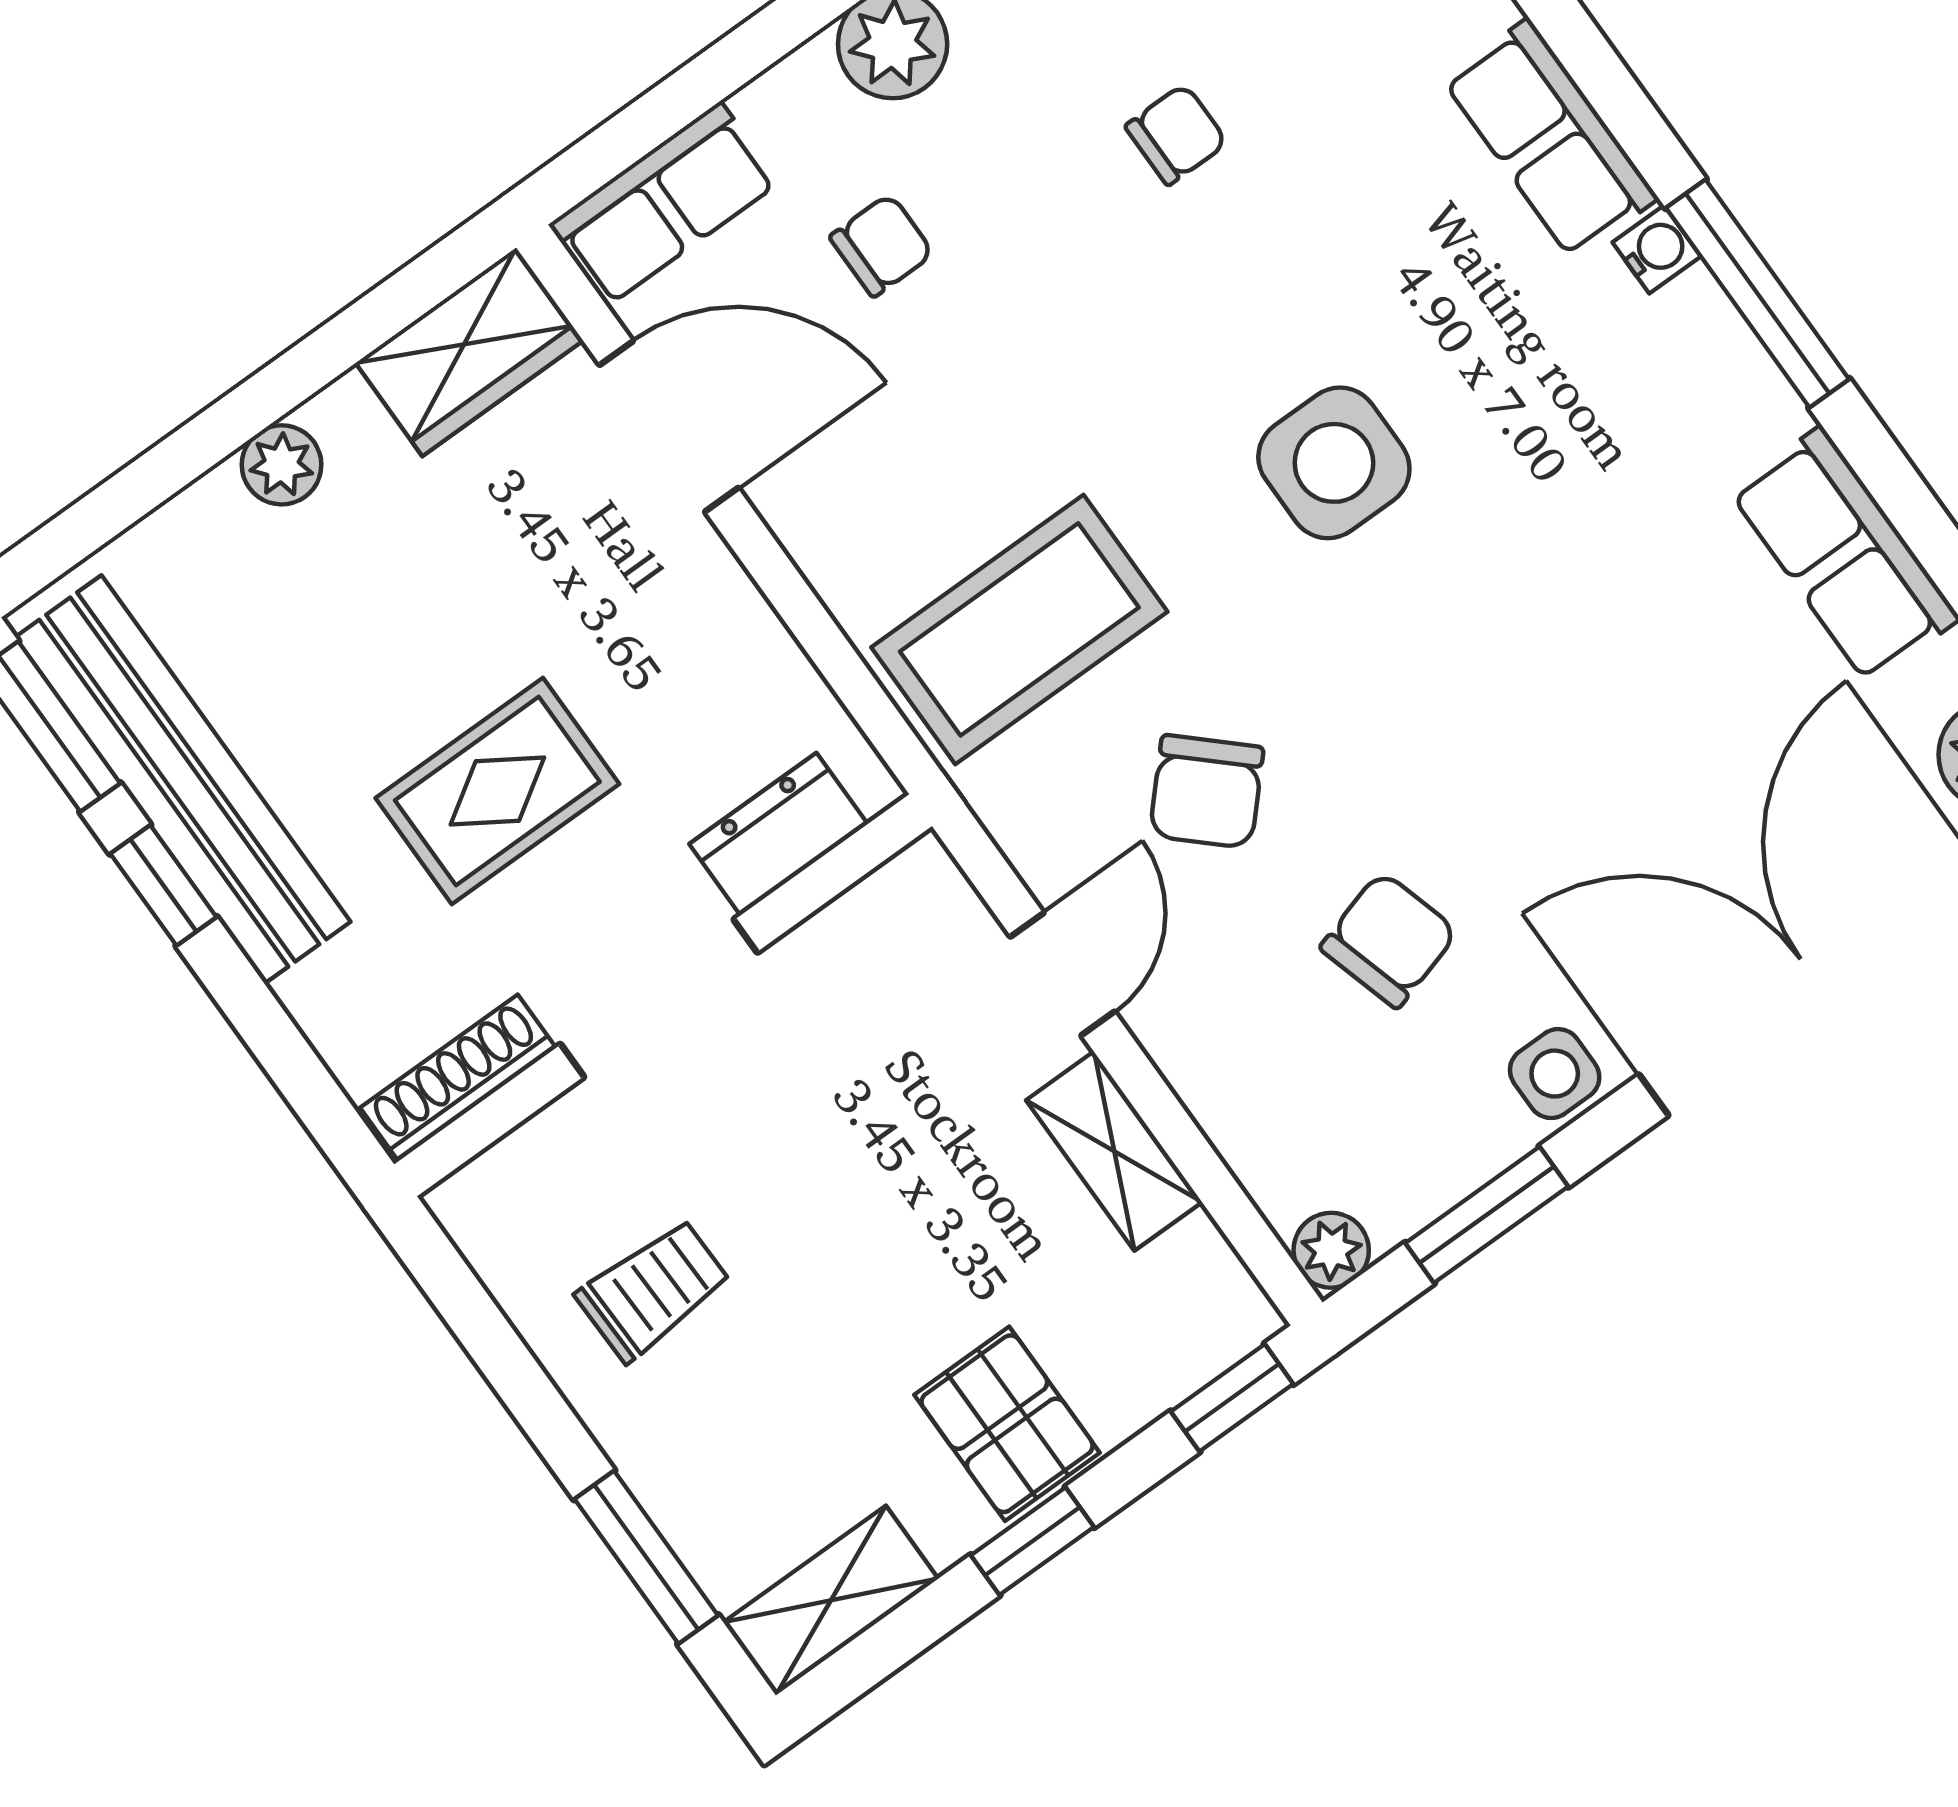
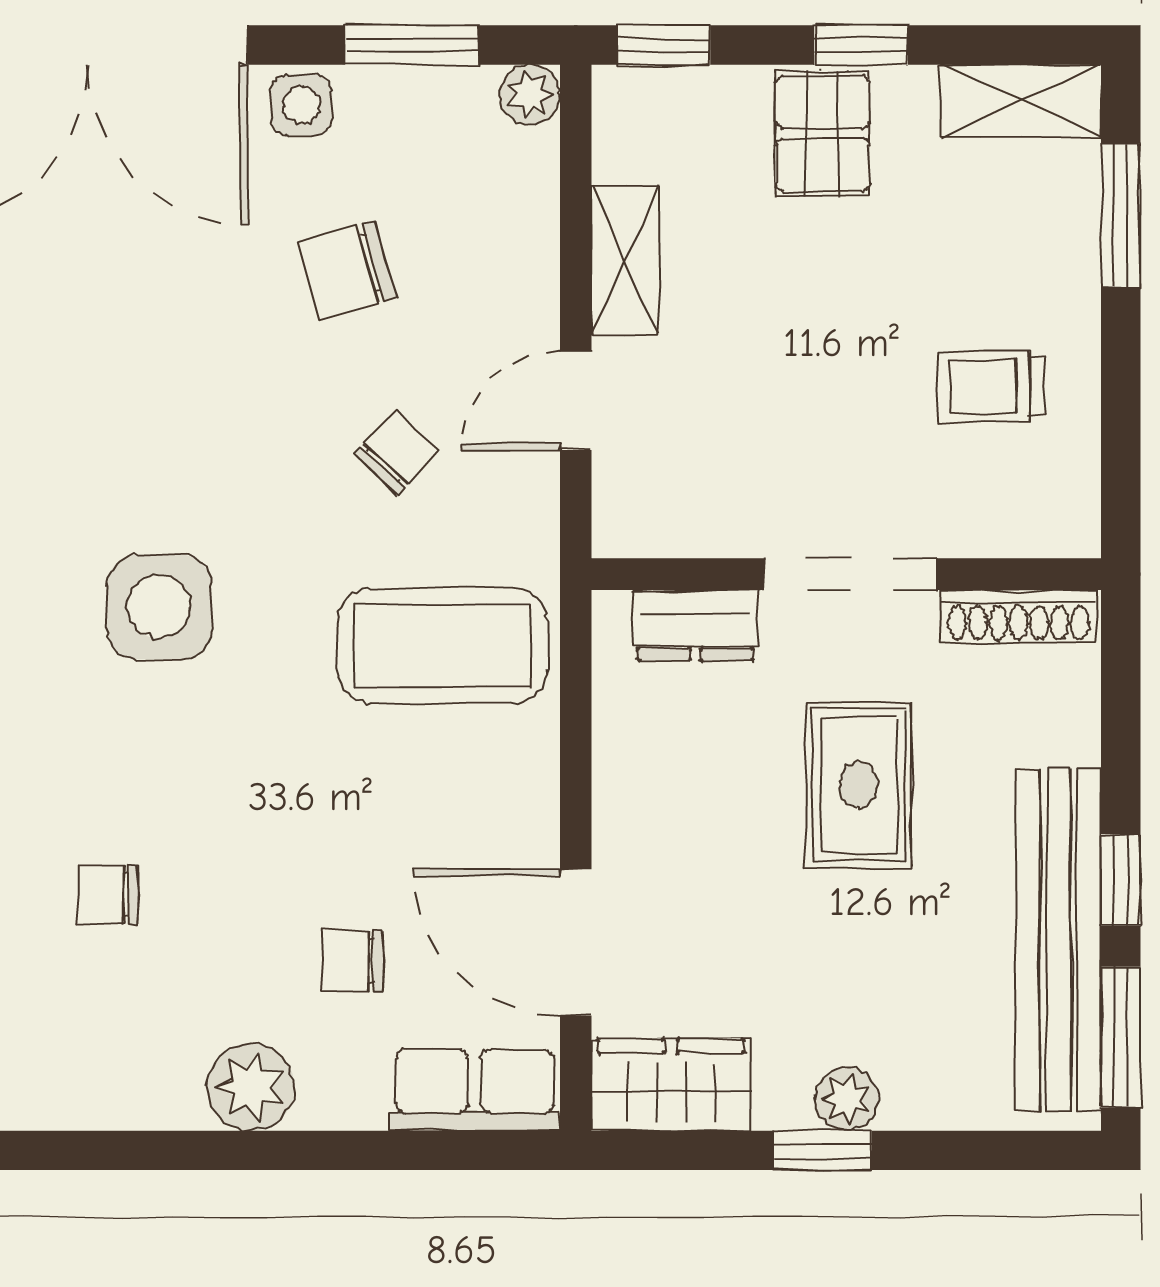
window: (268, 395) -> (823, 1150), added
rug: (497, 791) -> (859, 785), turned 90
chair: (1207, 792) -> (396, 452), width x0.73, depth x0.73

